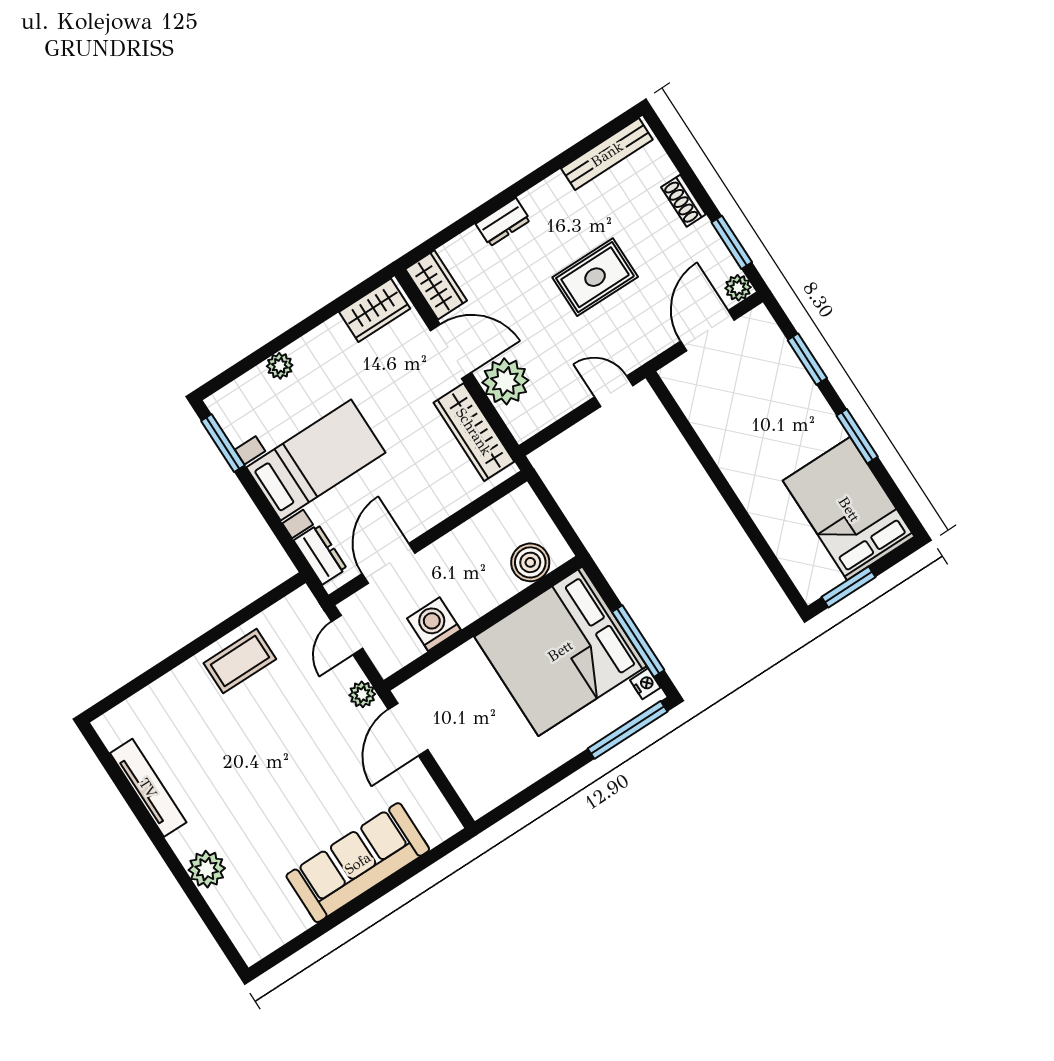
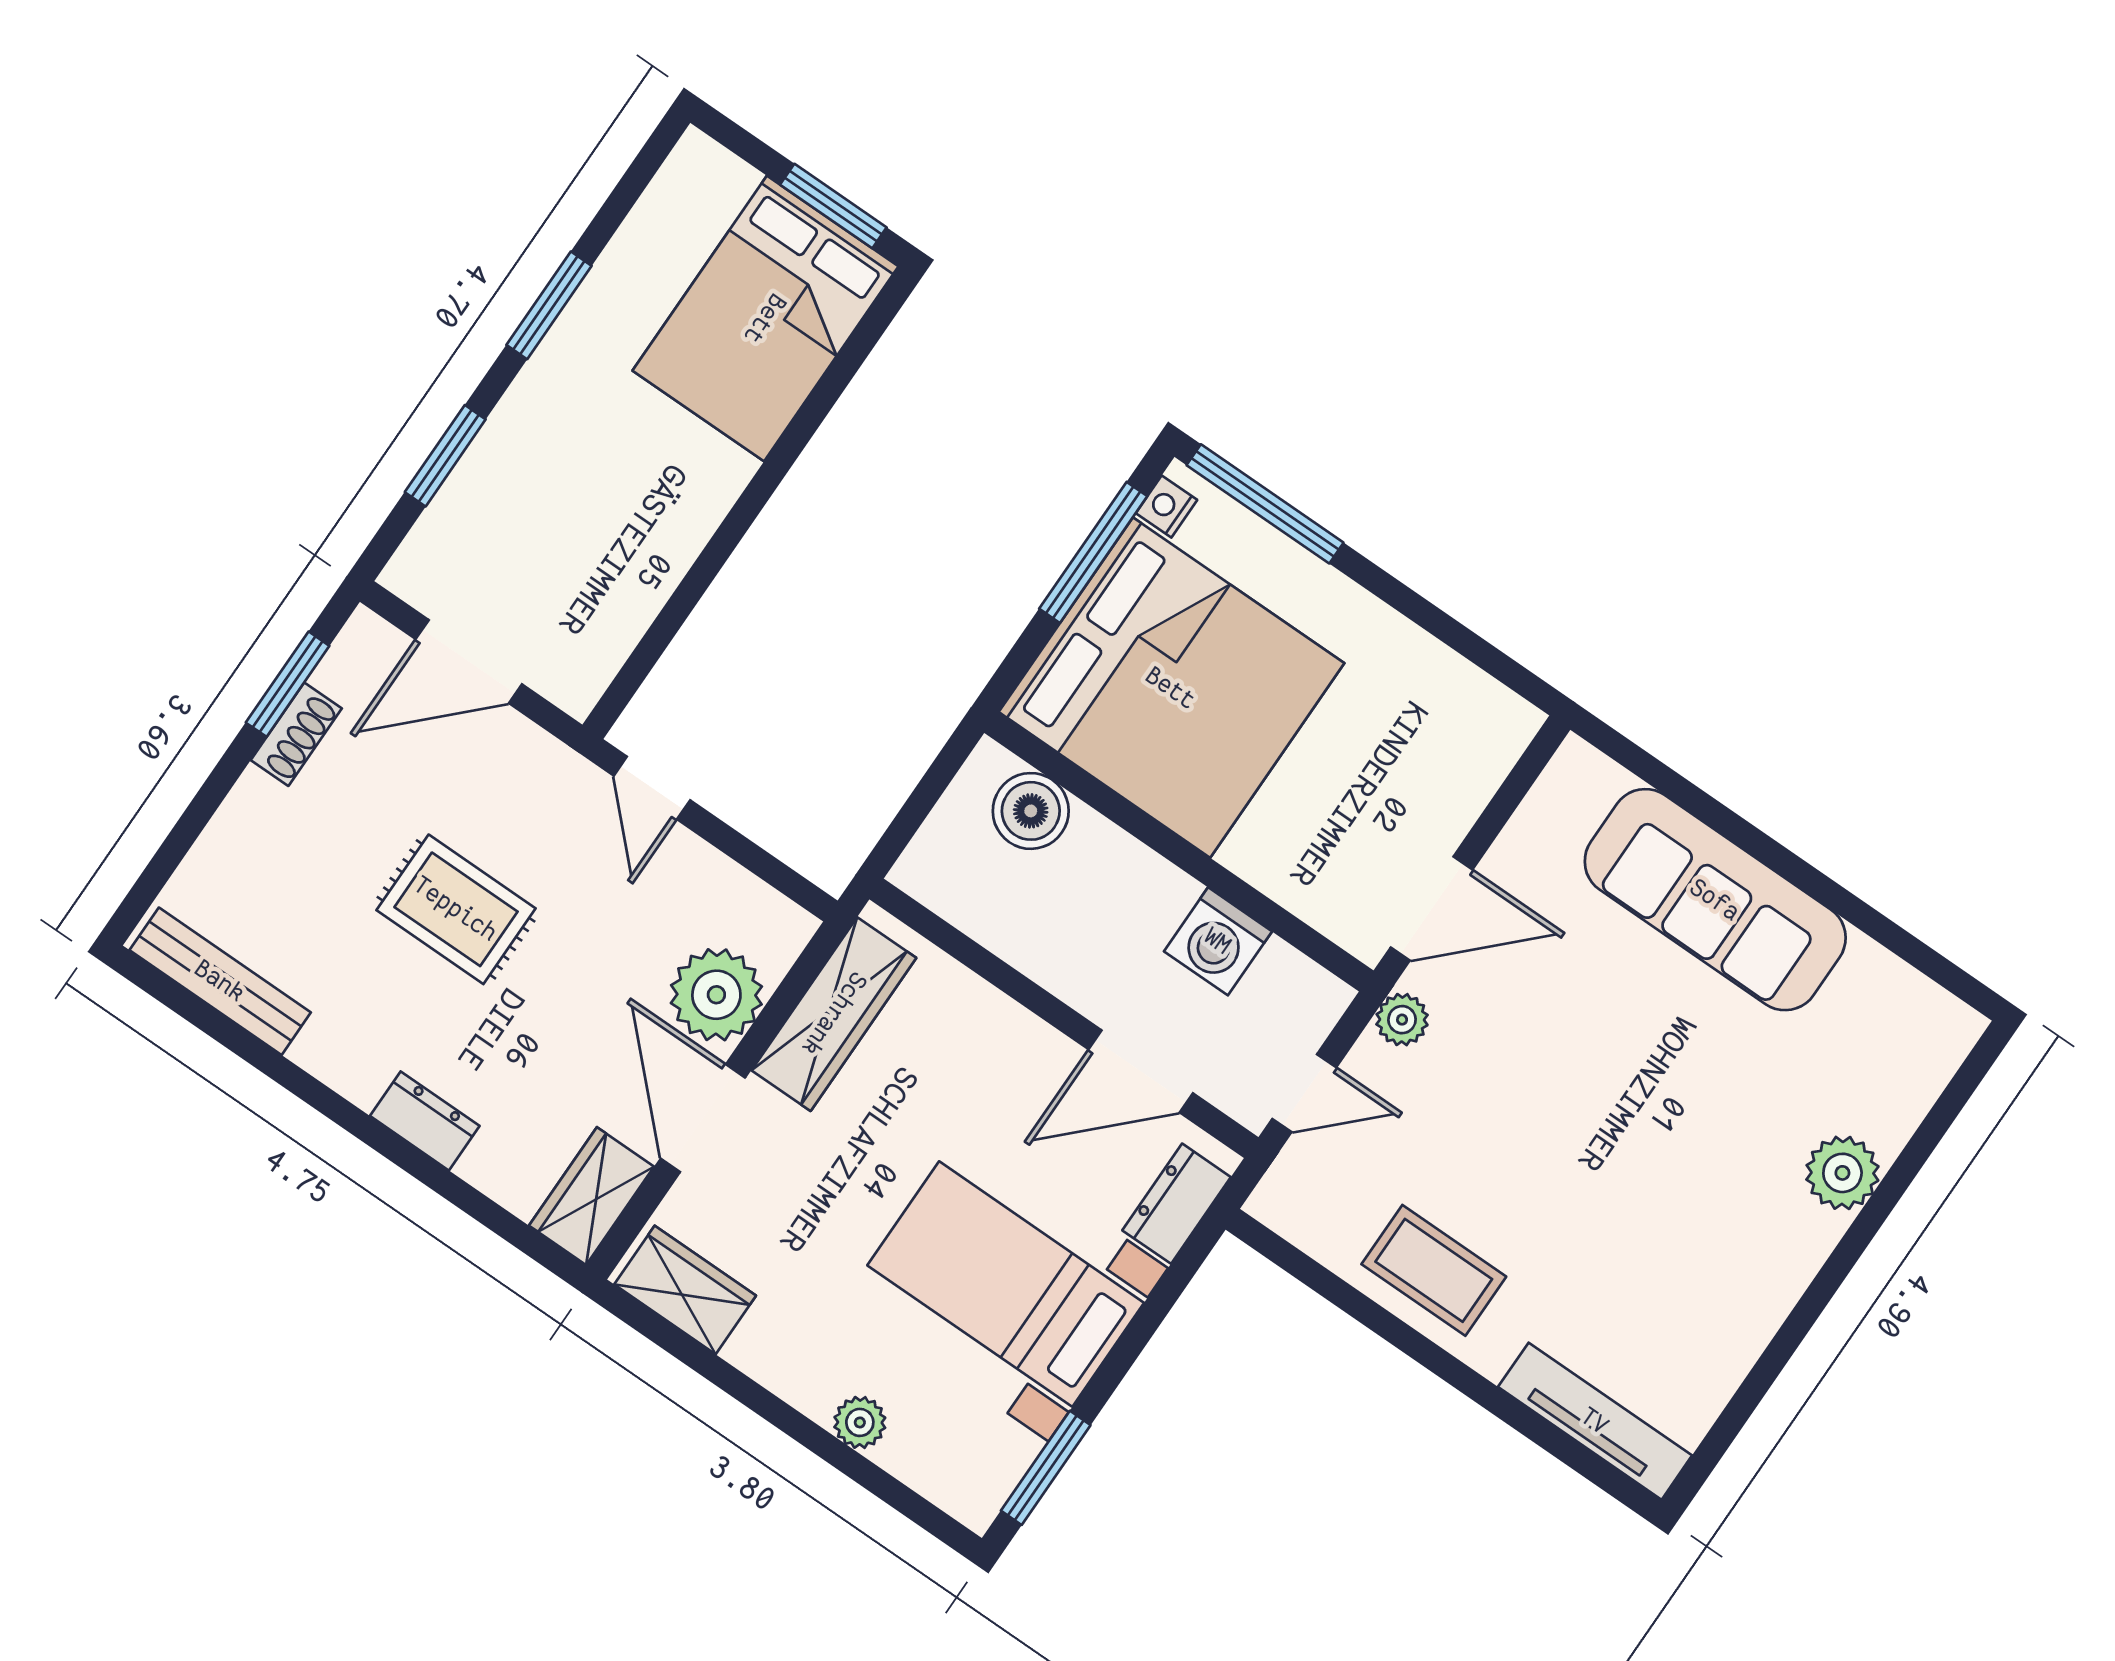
shoe rack: (683, 201) -> (296, 734), moved
plant: (738, 288) -> (366, 638), removed
bed: (849, 509) -> (765, 319), moved
tv unit: (148, 788) -> (1595, 1421), moved, turned 90

